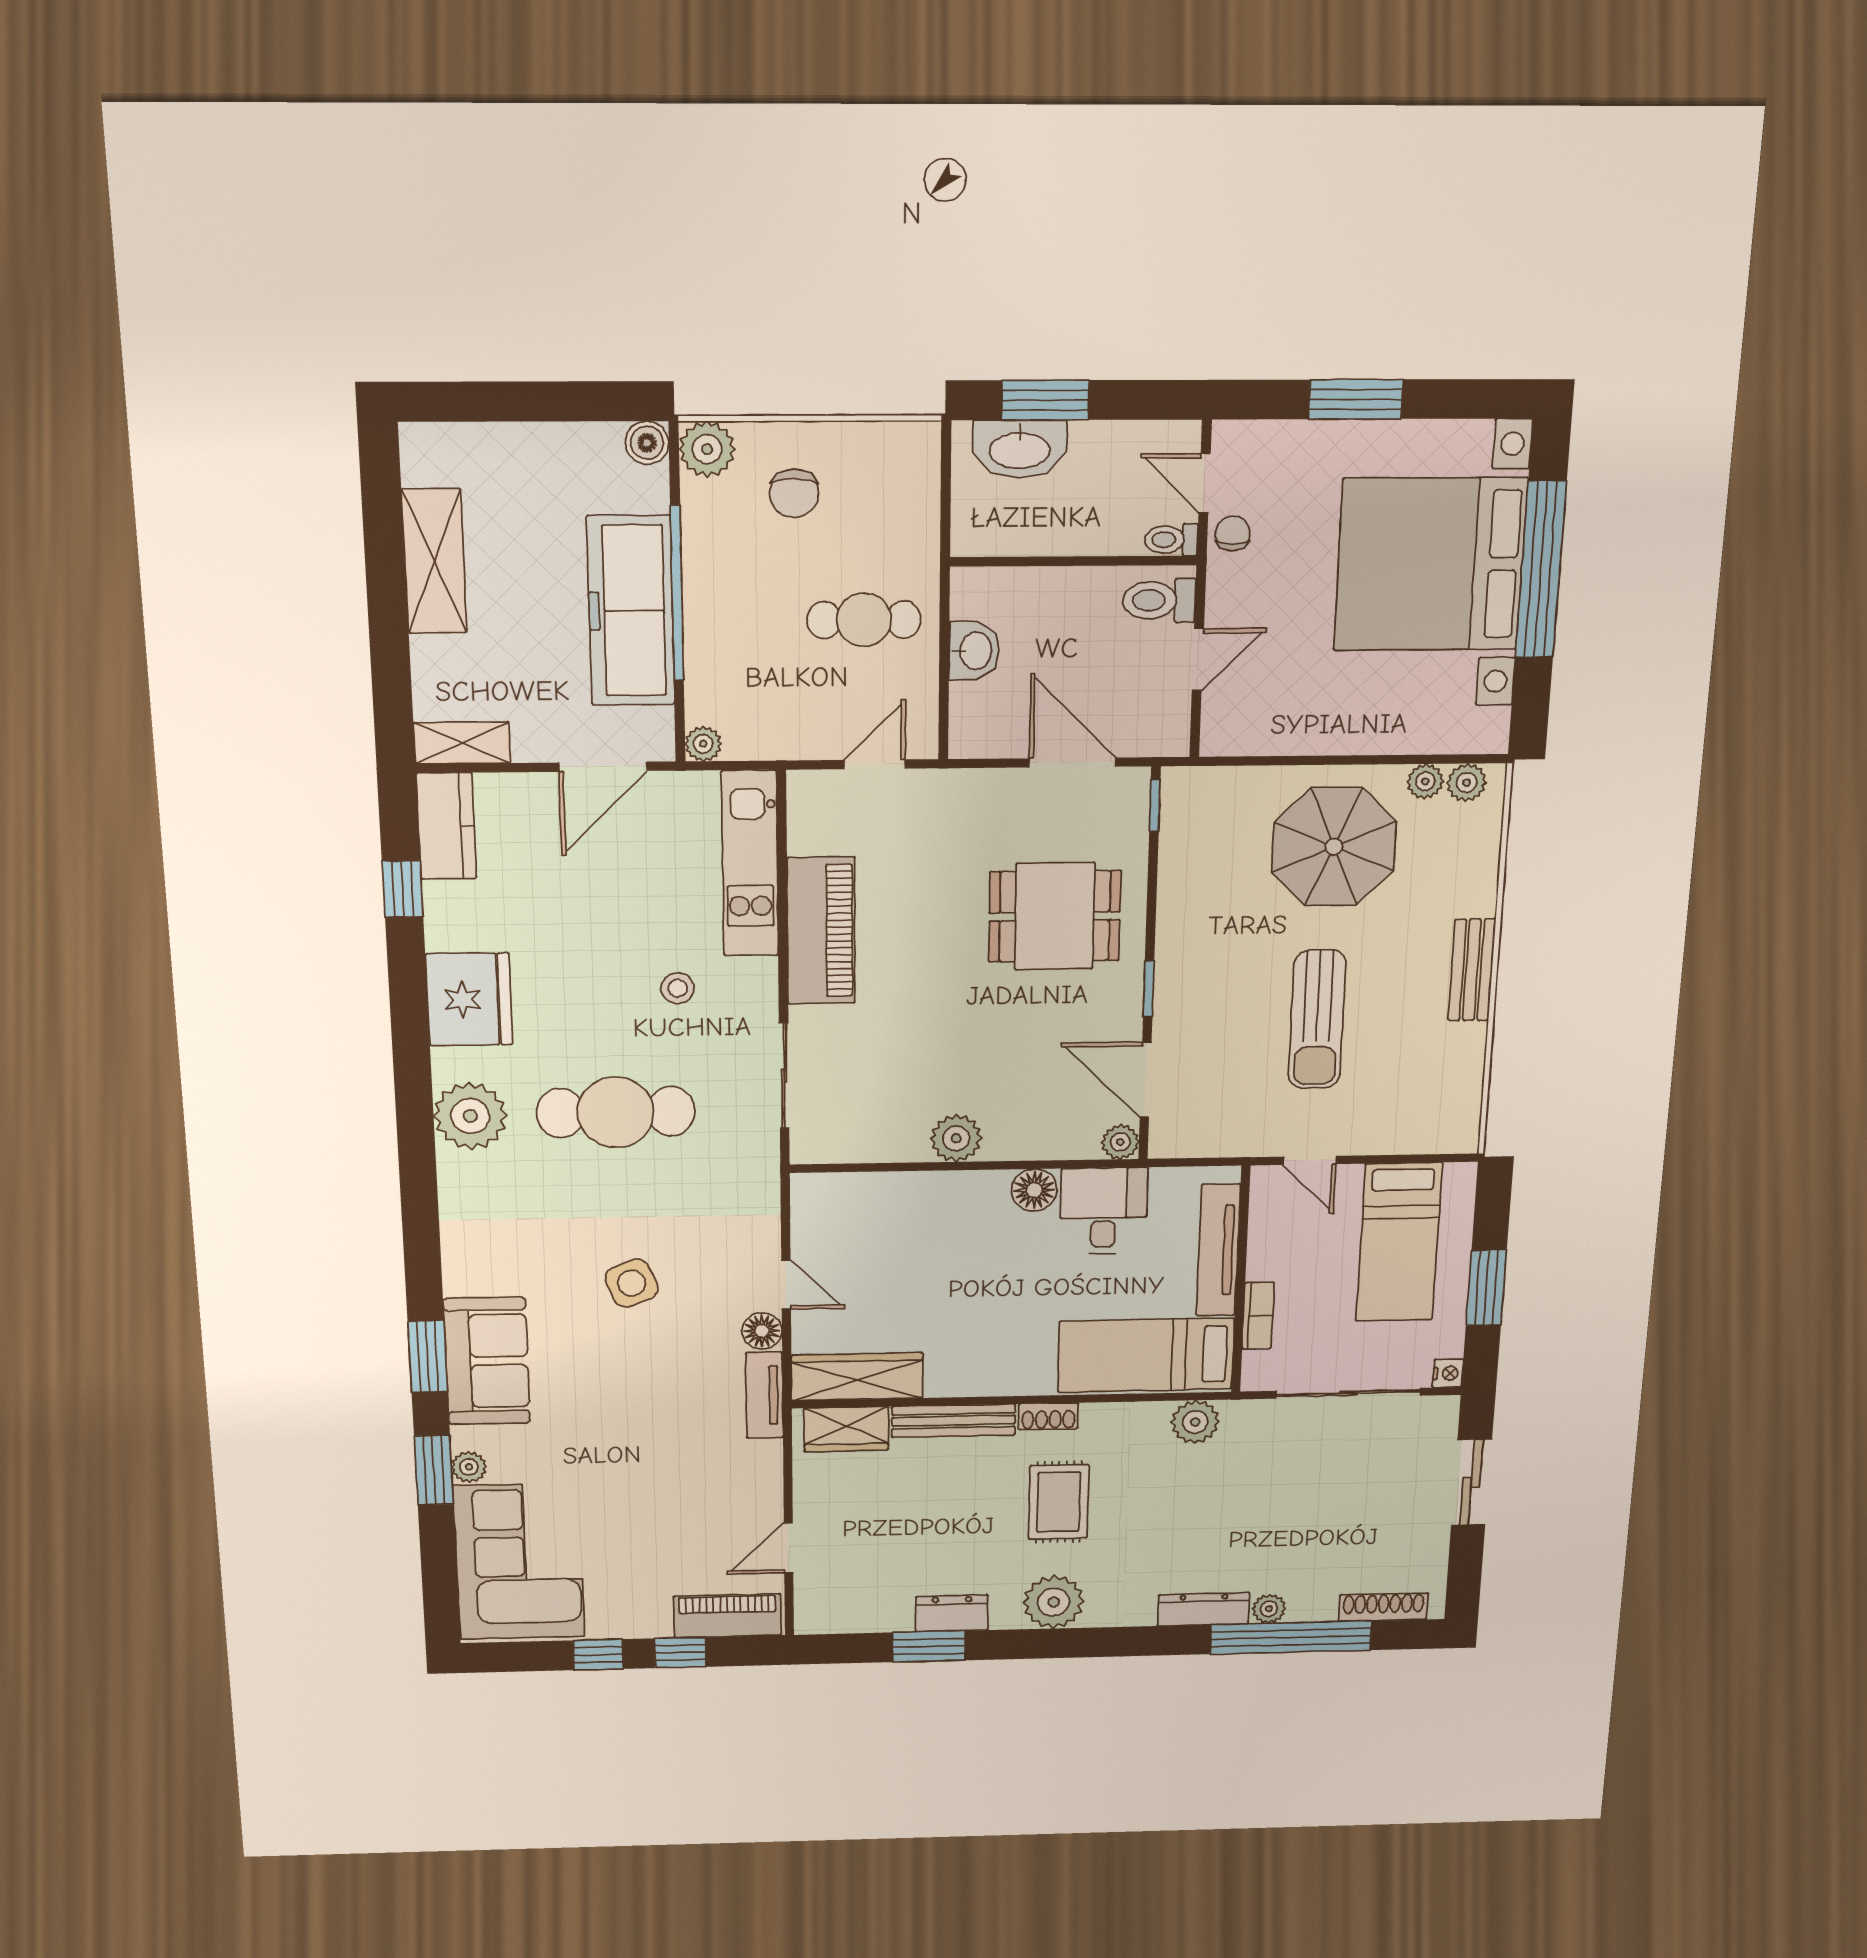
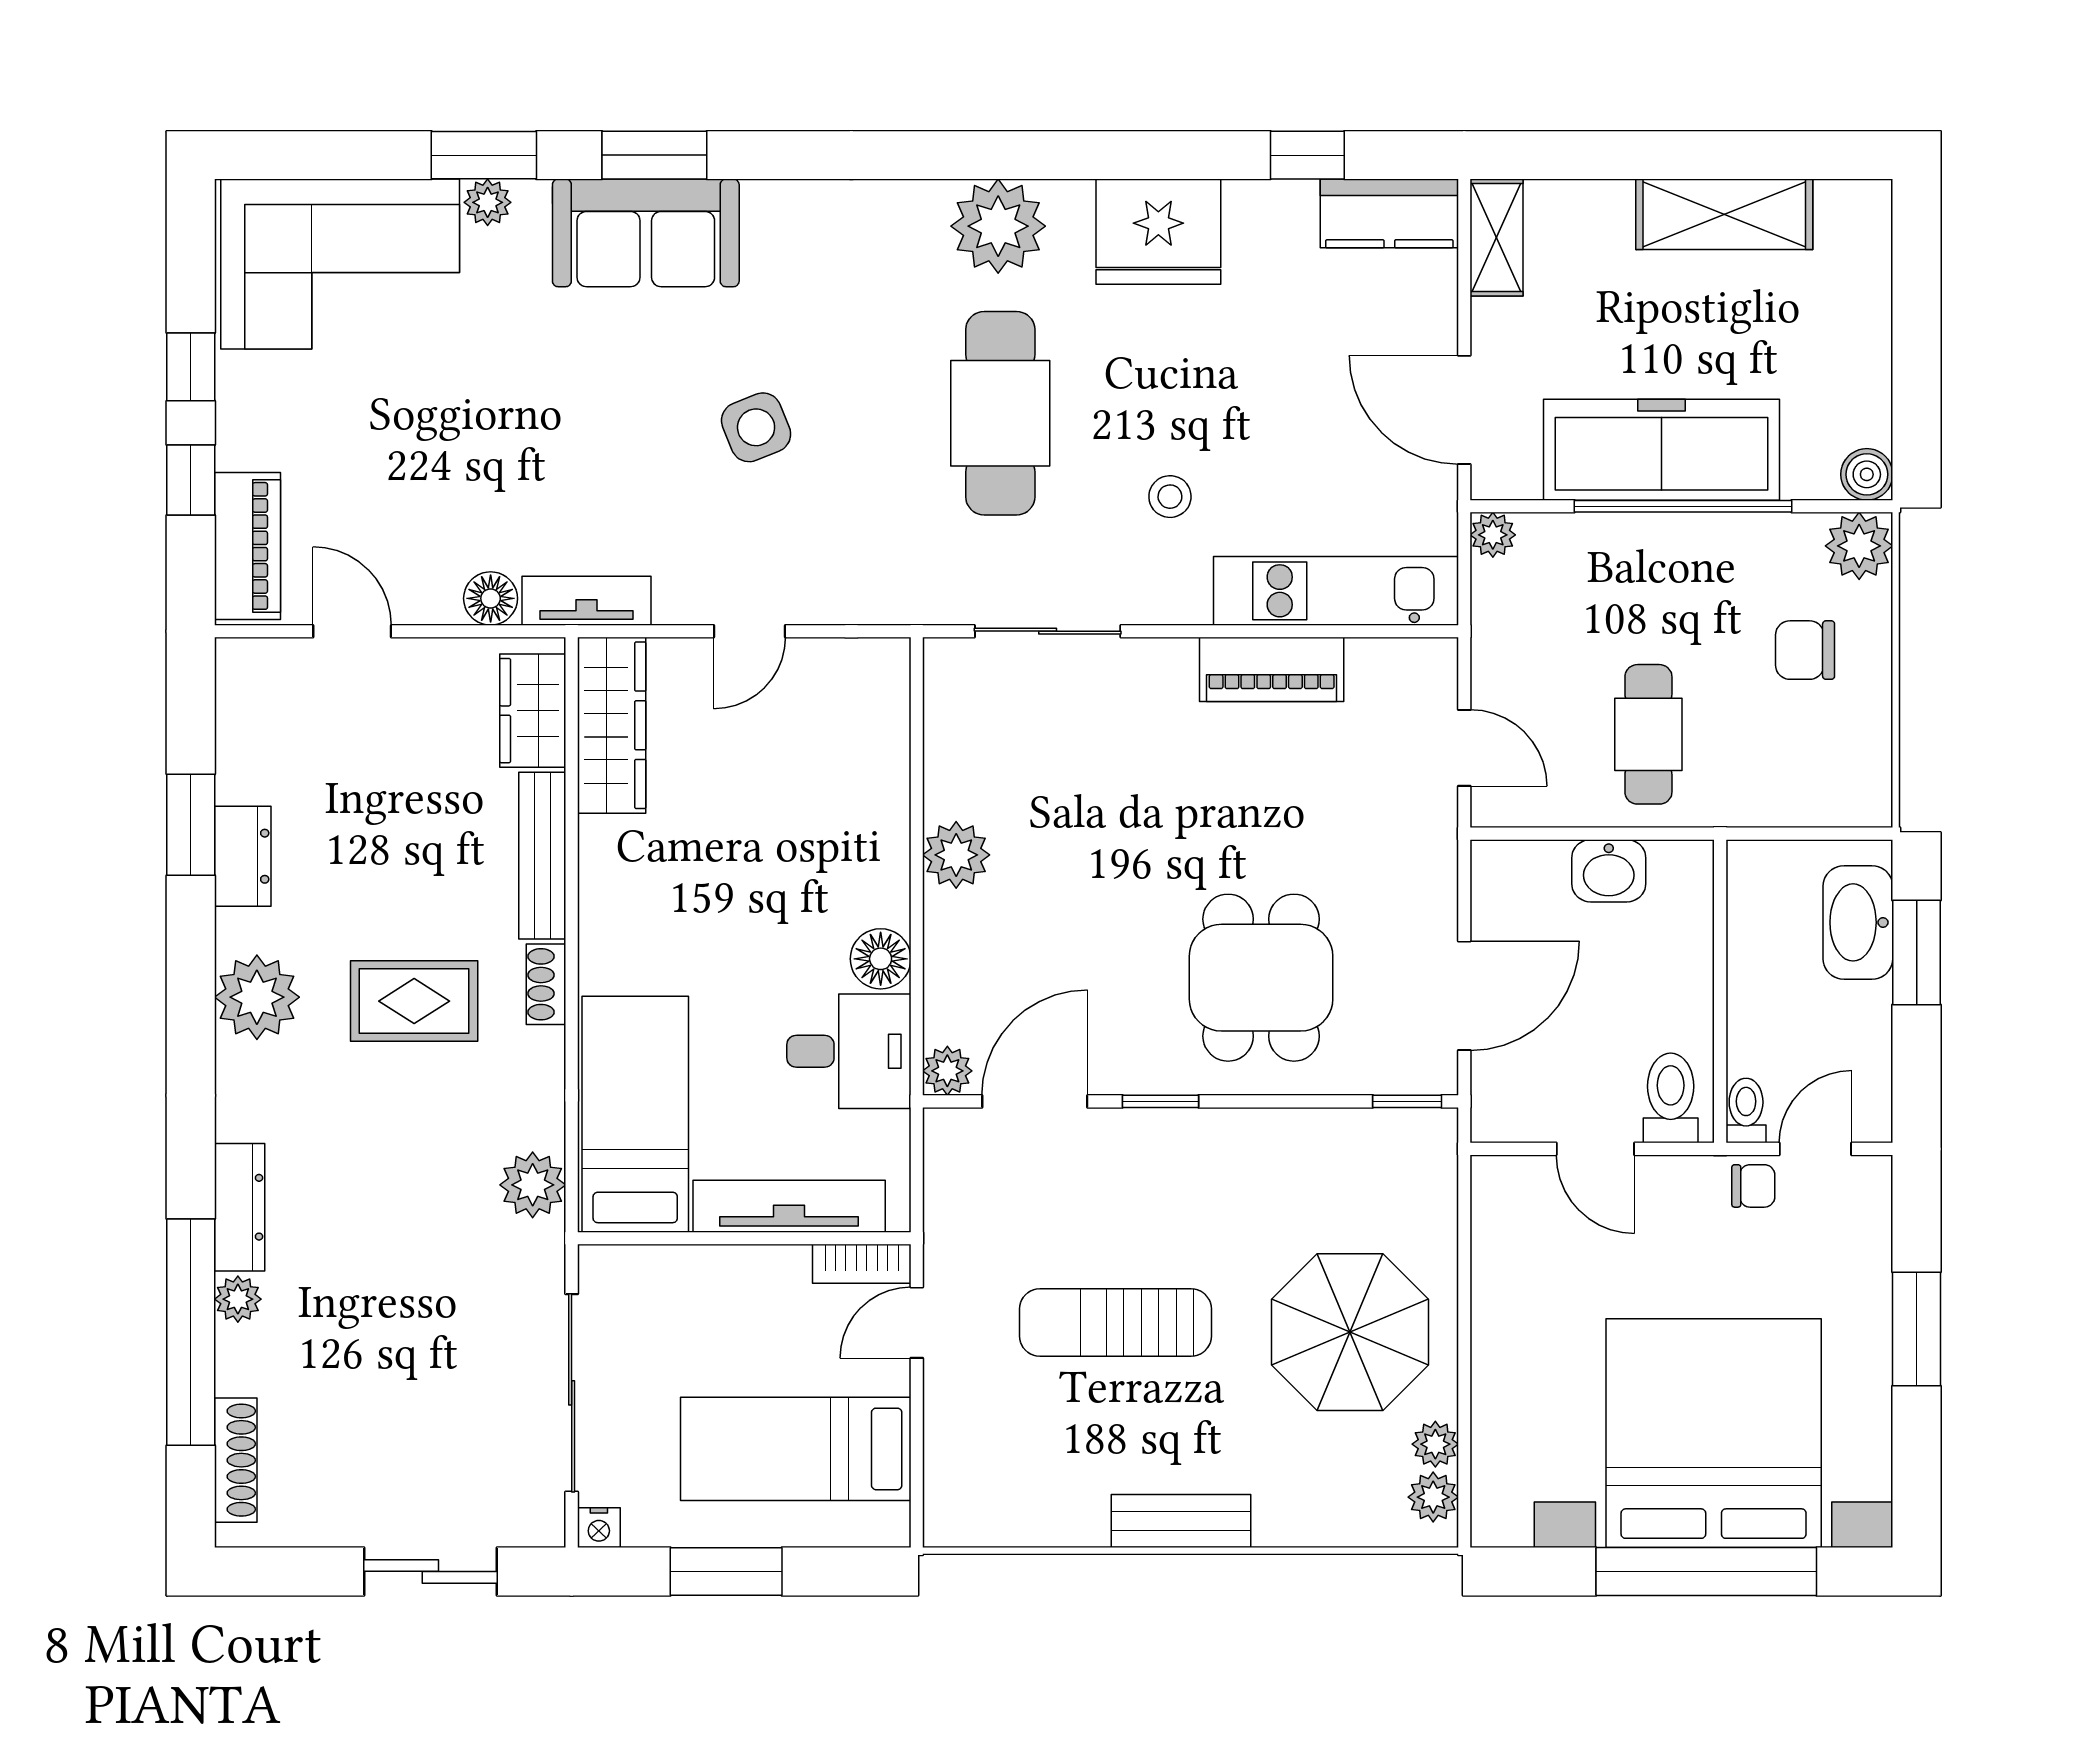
piano: (821, 931) -> (1272, 669), width x0.73, depth x0.75
bookcase: (1258, 1316) -> (862, 1264), moved
floor lamp: (762, 1331) -> (491, 598), moved

